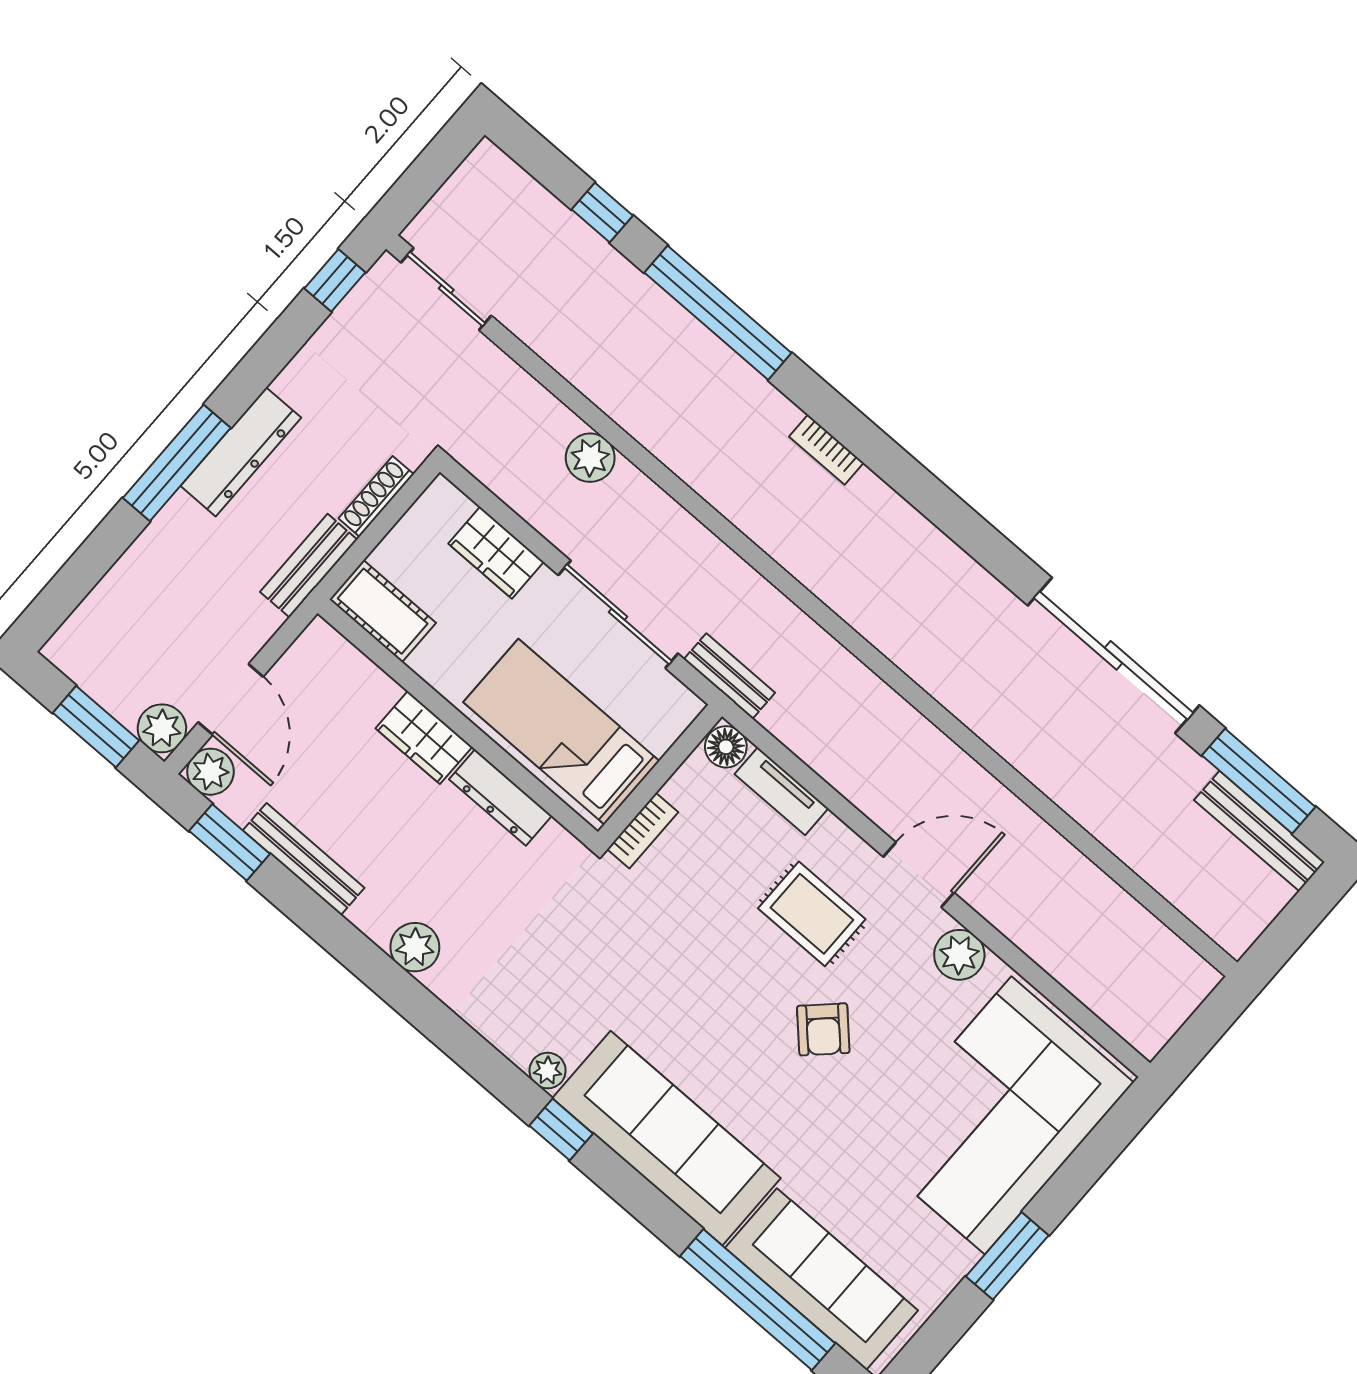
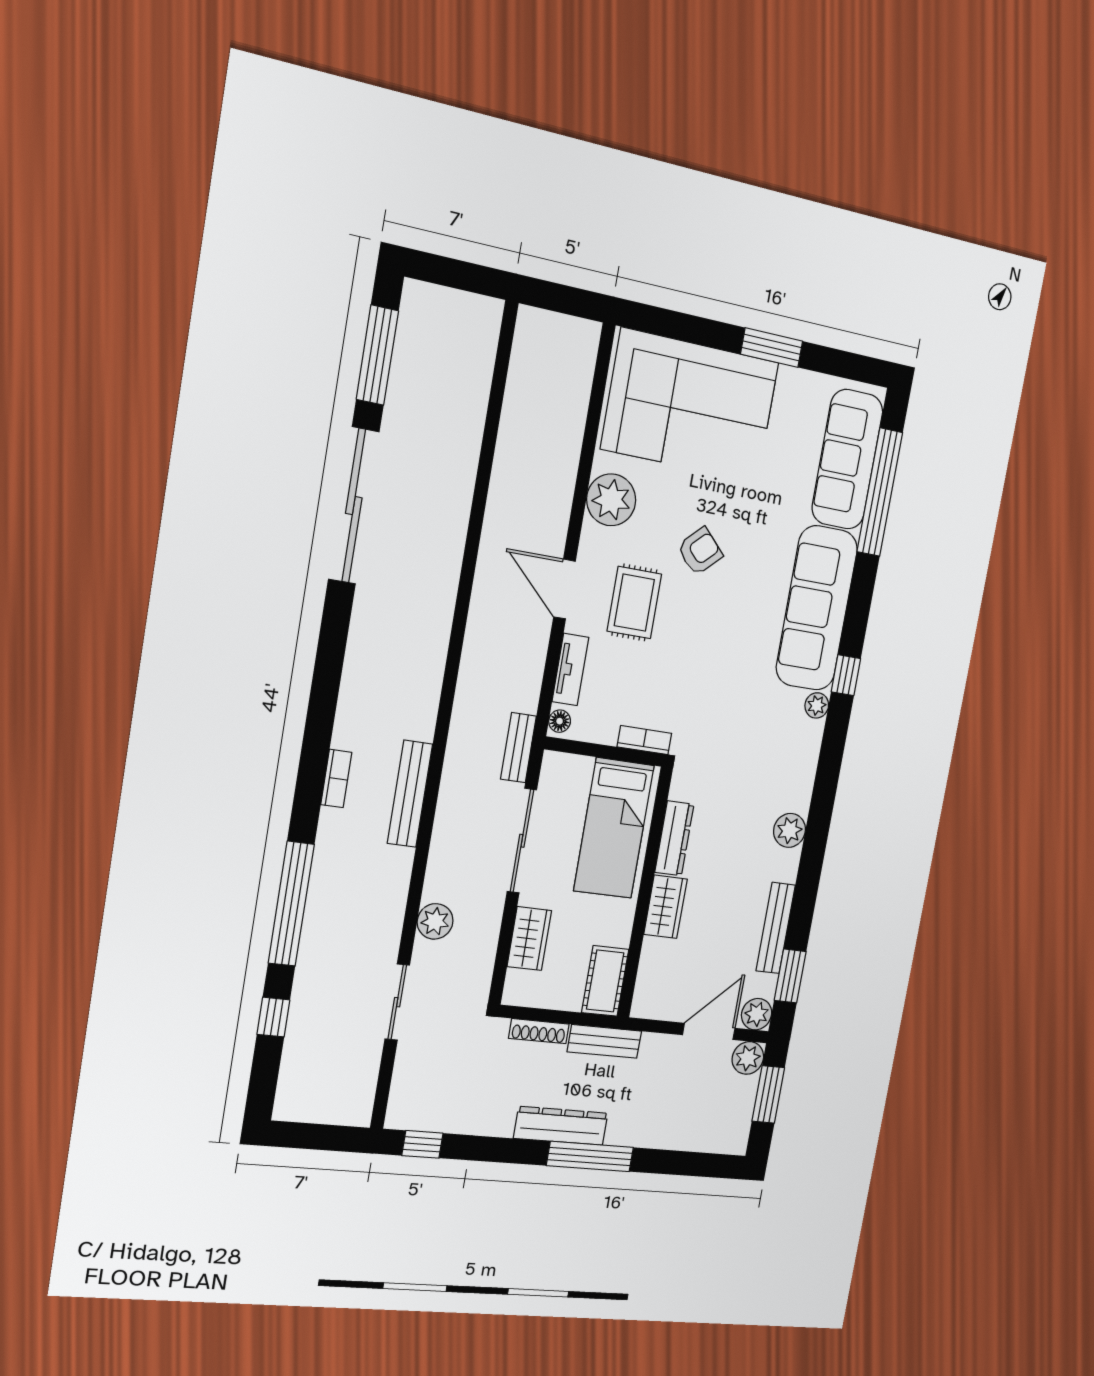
sliding door: (446, 289) -> (397, 1002), moved
floor lamp: (726, 747) -> (560, 721), width x0.73, depth x0.73
bench: (1259, 831) -> (410, 794), moved
door: (919, 875) -> (564, 589), moved
plant: (959, 955) -> (611, 500), width x1.36, depth x1.36

